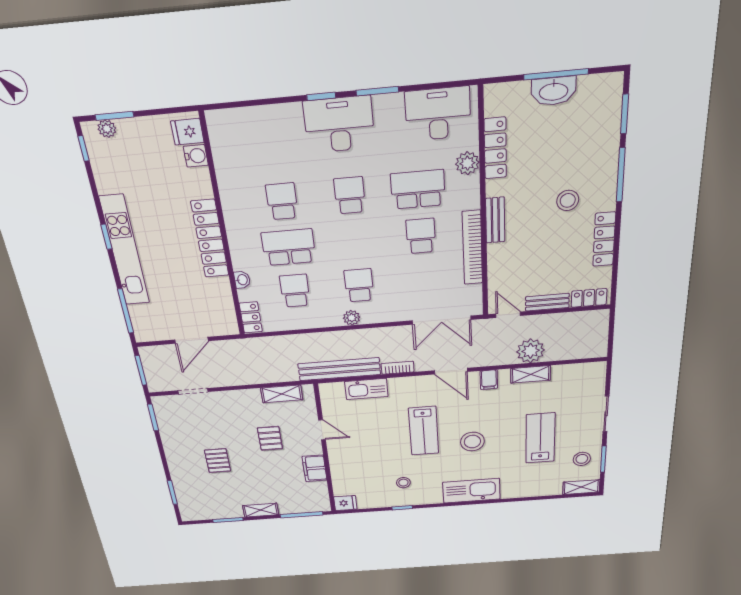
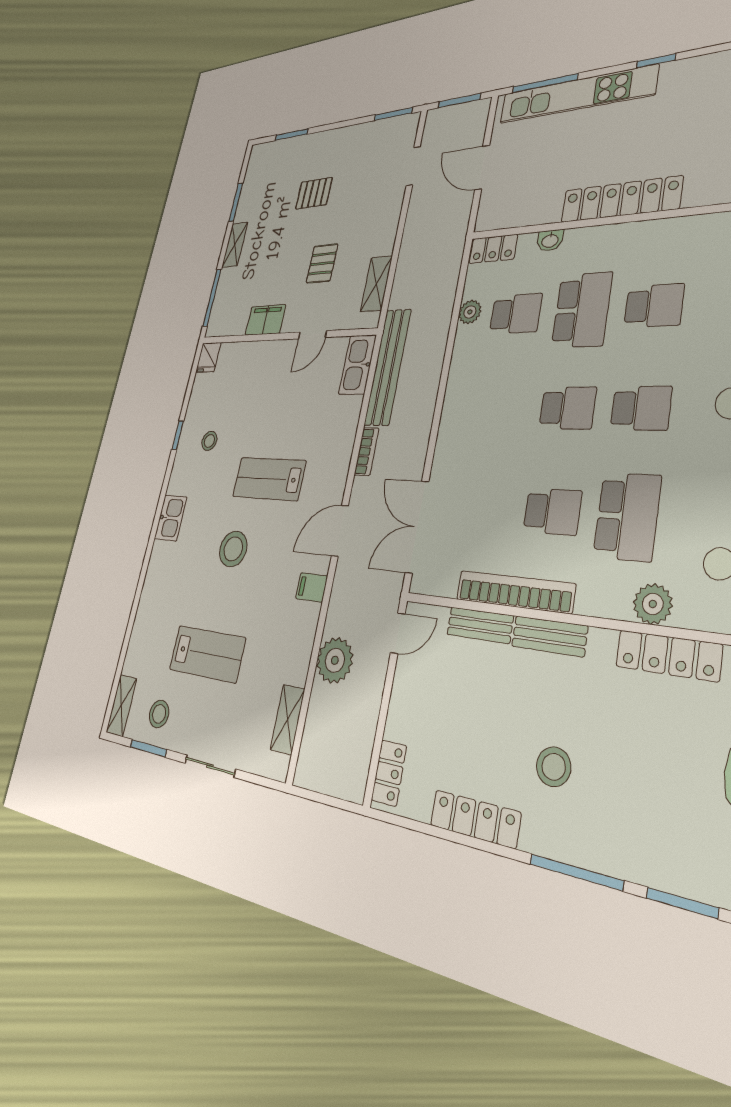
kitchen unit: (125, 251) -> (576, 95), moved
school desk: (359, 285) -> (567, 408), moved
bench: (547, 302) -> (480, 625), moved, turned 90
plant: (352, 318) -> (470, 312), moved
shelving: (531, 374) -> (288, 719), moved
kitchen sink: (366, 389) -> (357, 365), moved
pallet: (270, 438) -> (322, 263), turned 90
kitchen sink: (471, 491) -> (171, 518), width x0.53, depth x0.81

